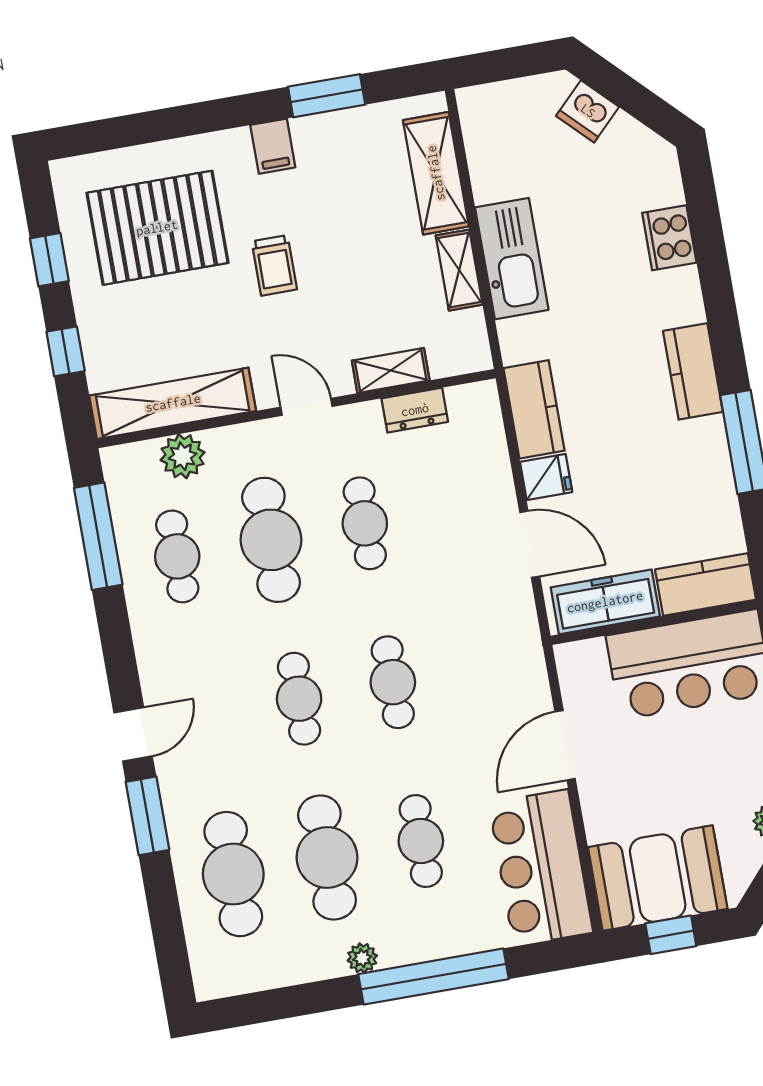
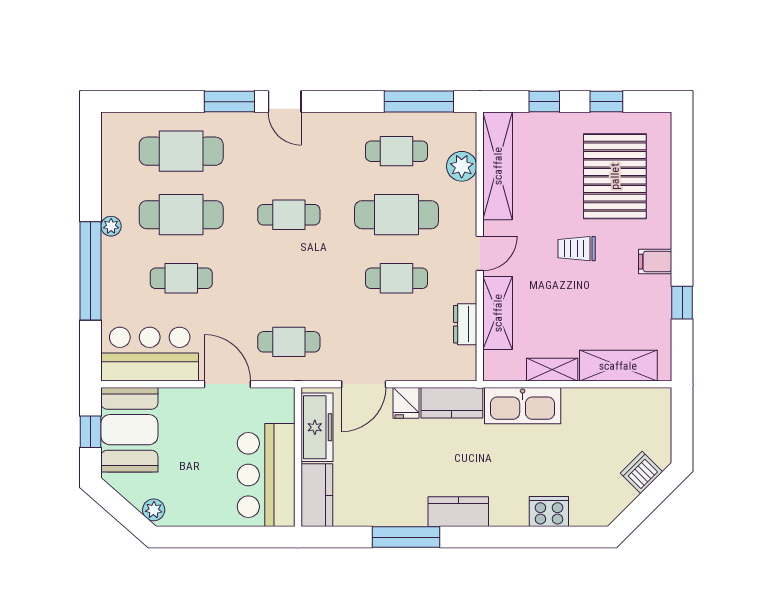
window: (327, 96) -> (682, 303), width x0.67
kitchen sink: (512, 259) -> (523, 406), moved
shelving: (391, 371) -> (498, 313), width x1.50, depth x1.33
cafe table: (393, 682) -> (289, 342), moved

